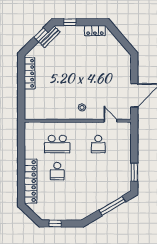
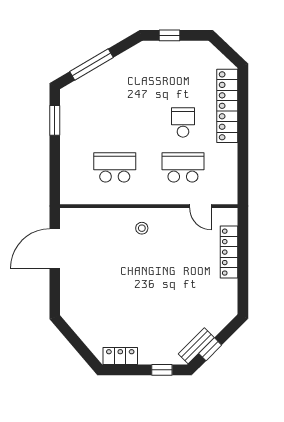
locker: (30, 73) -> (229, 252), moved
door: (111, 121) -> (200, 206), moved
school desk: (98, 144) -> (115, 167), width x1.85
window: (55, 223) -> (170, 35), moved

